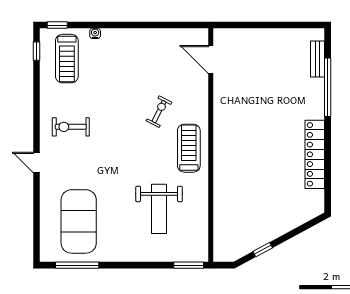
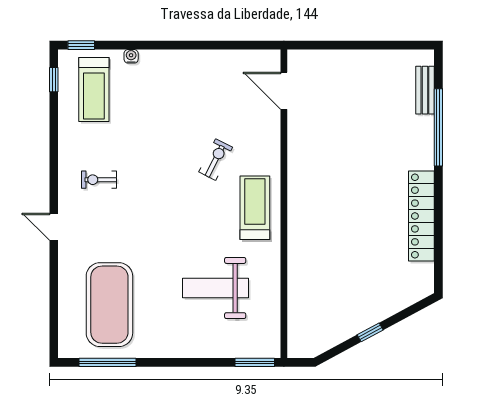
exercise bike: (71, 127) -> (99, 180), width x0.73, depth x0.72
weight bench: (159, 209) -> (216, 288), turned 90
window: (263, 250) -> (370, 332), moved

